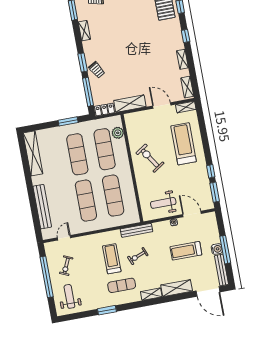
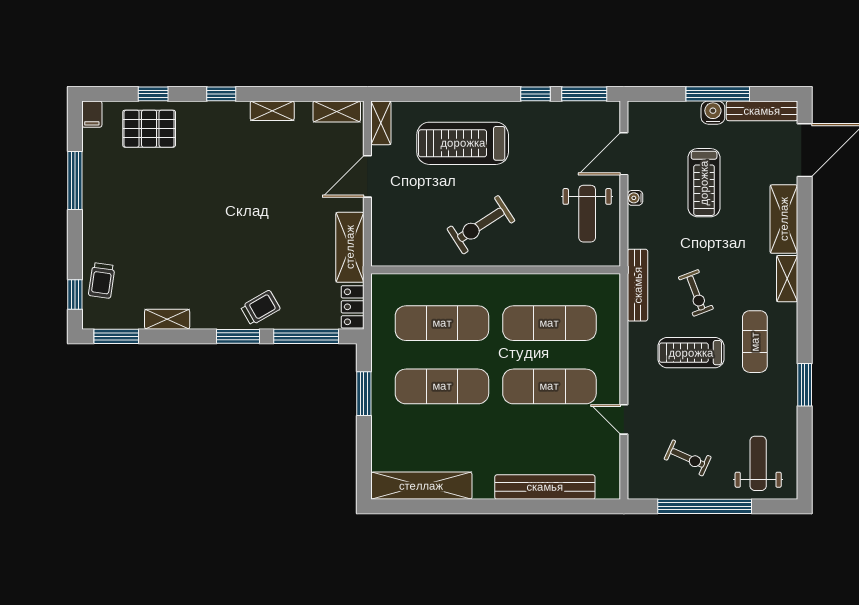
plant: (118, 133) -> (411, 287), removed
door: (64, 238) -> (624, 419), moved
weight bench: (69, 296) -> (758, 463), turned 90

